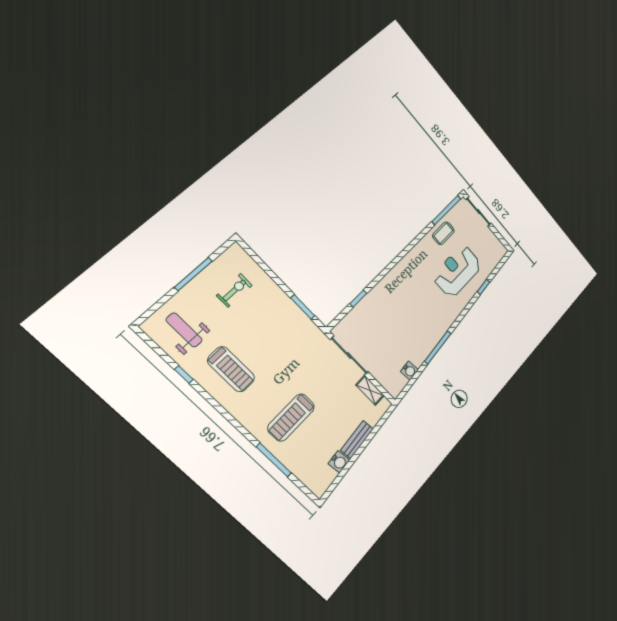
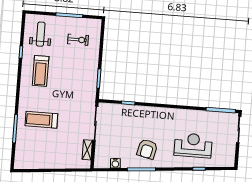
coffee table: (443, 233) -> (206, 119), removed
armchair: (423, 322) -> (147, 149), added
bench: (357, 440) -> (57, 164), removed
water cooler: (339, 462) -> (39, 164), removed

